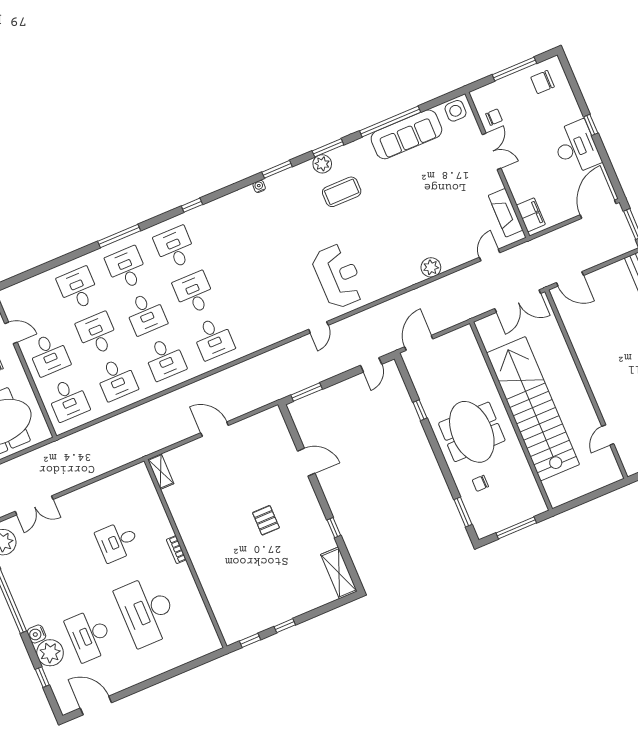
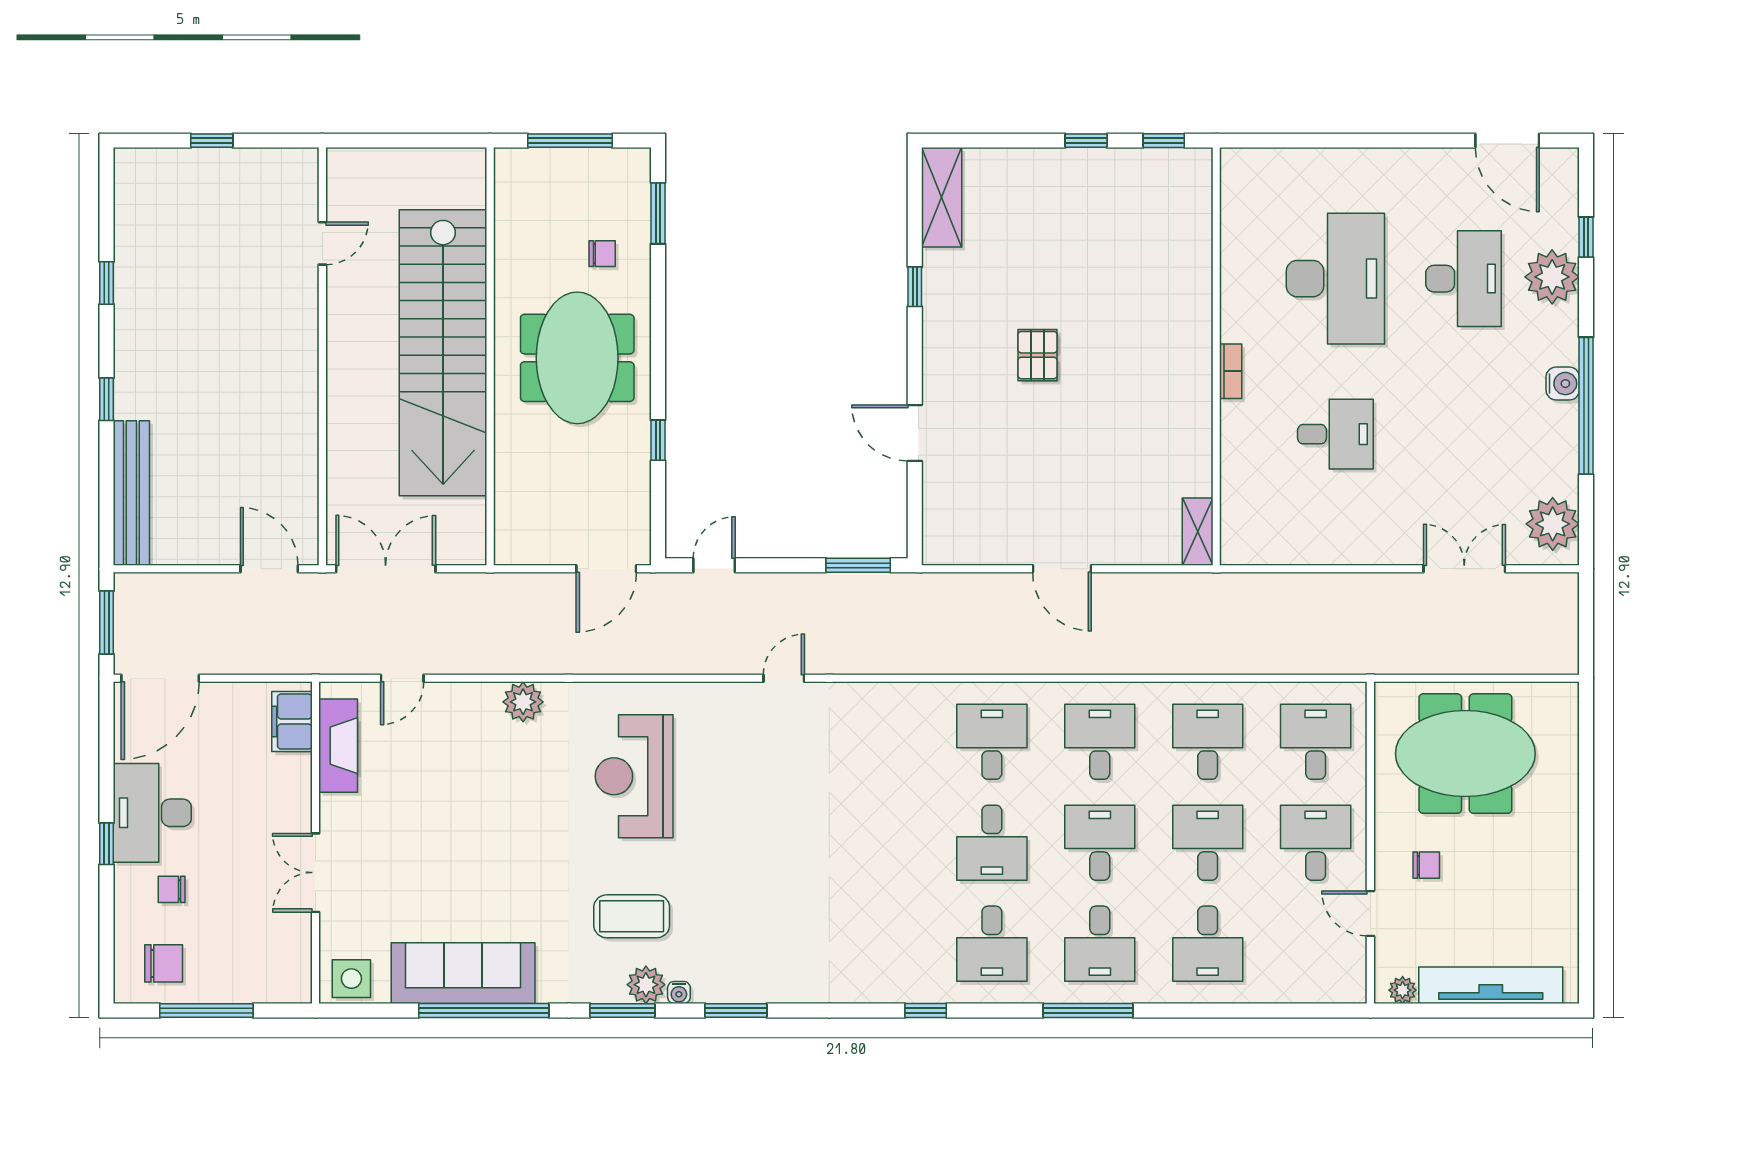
chair: (494, 117) -> (172, 889), moved
water cooler: (259, 186) -> (679, 992), moved
reception desk: (338, 276) -> (634, 776), moved
desk: (97, 334) -> (1208, 843), turned 180
water cooler: (36, 634) -> (1563, 384), moved

